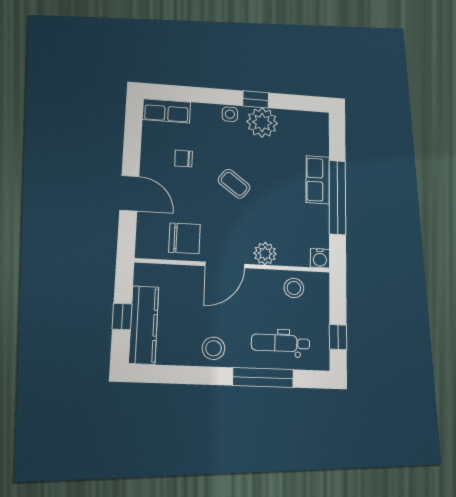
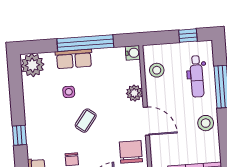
window: (256, 99) -> (19, 135), moved
side table: (230, 114) -> (69, 92), moved
plant: (262, 122) -> (32, 65), moved

